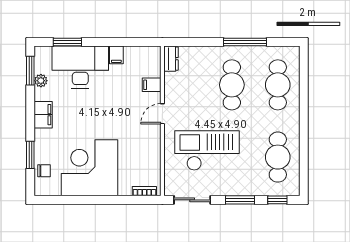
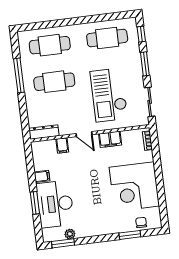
window: (67, 42) -> (35, 203), moved
dresser: (171, 59) -> (44, 132), width x1.44
filing cabinet: (43, 115) -> (110, 139), moved, turned 180

